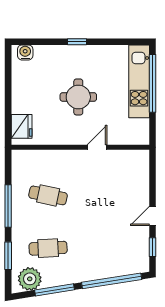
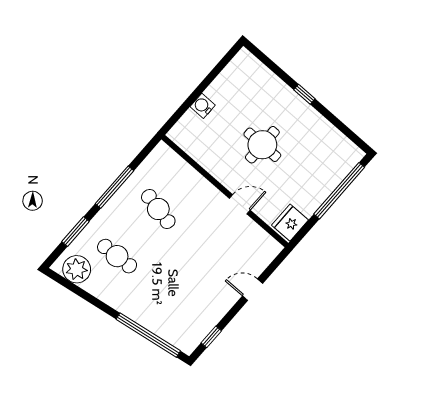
water cooler: (25, 52) -> (203, 106), moved, turned -90
kitchen unit: (139, 81) -> (329, 178), removed
fridge: (22, 126) -> (290, 223), moved, turned 180
door: (153, 216) -> (253, 290), moved
window: (55, 290) -> (90, 299), removed

